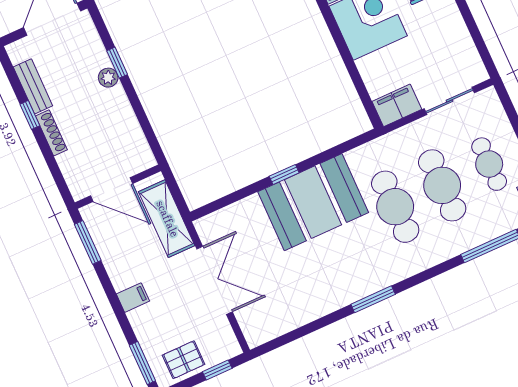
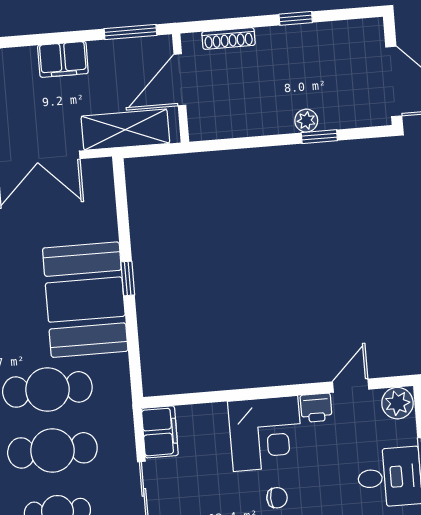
bench: (33, 86) -> (326, 33), removed
shoe rack: (51, 133) -> (228, 38), moved
filing cabinet: (133, 298) -> (63, 59), width x2.00

